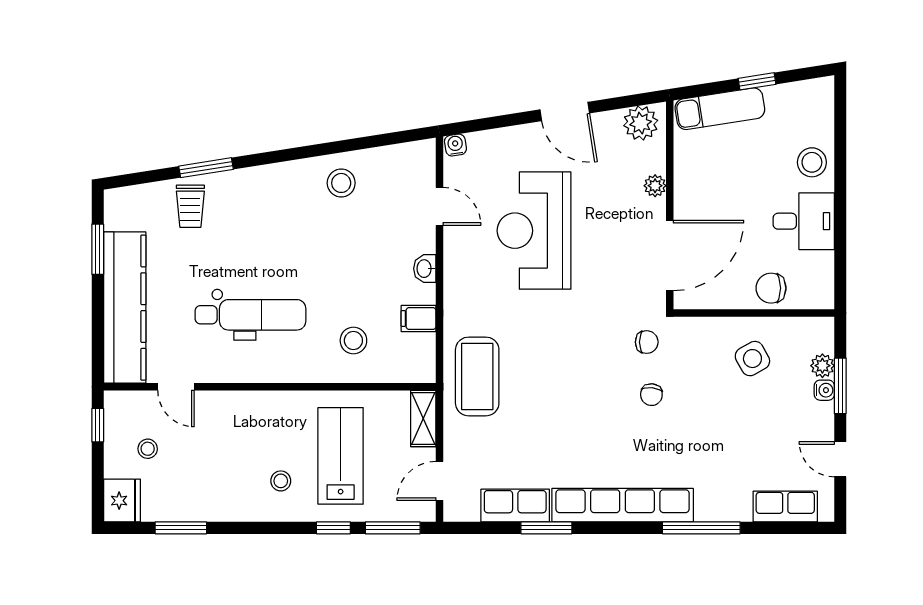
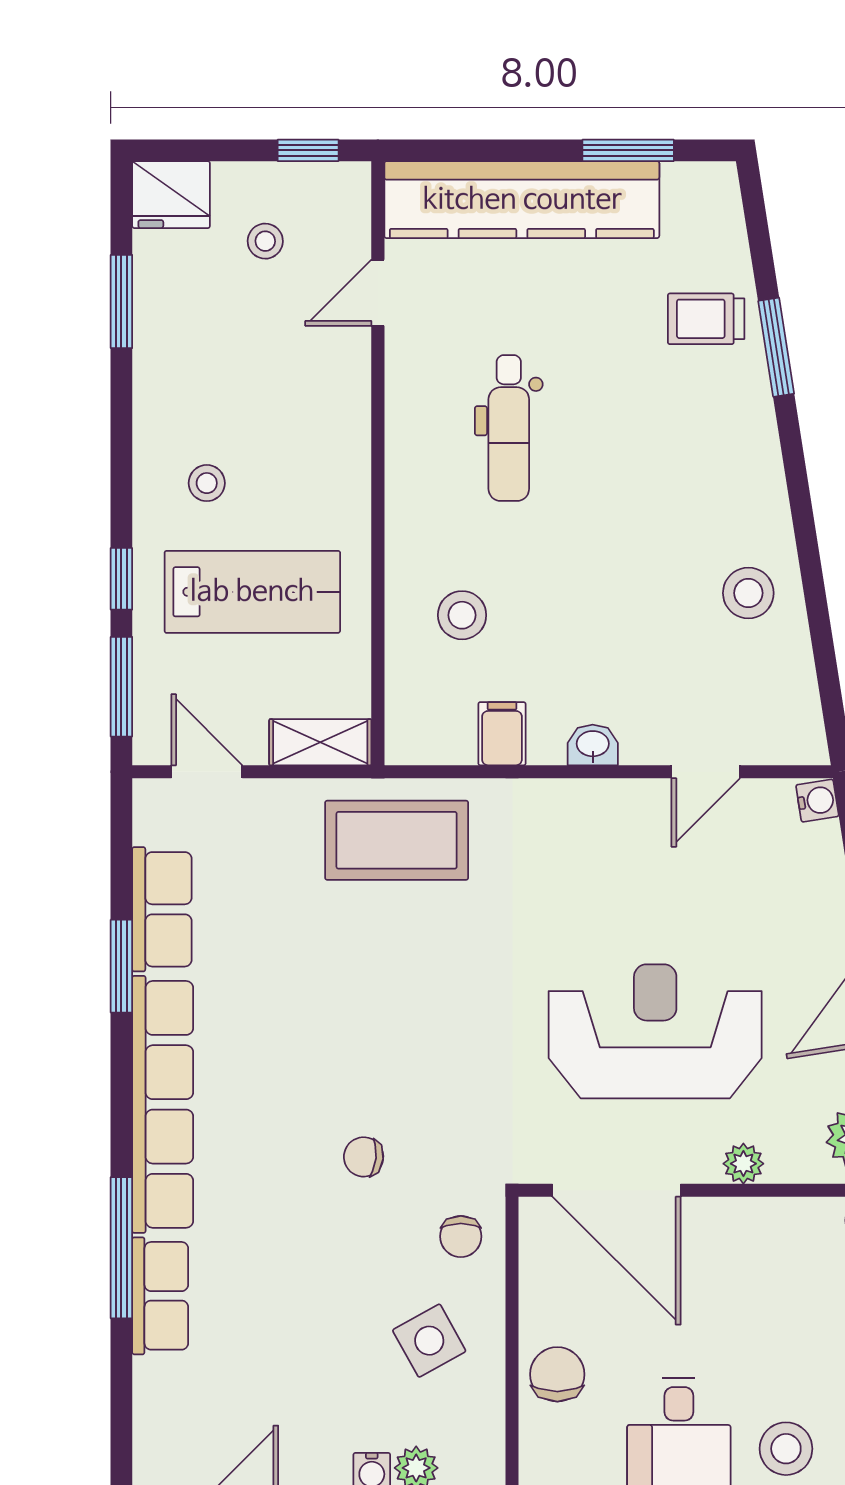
reception desk: (534, 231) -> (655, 1031), moved
dental chair: (250, 315) -> (509, 428), width x0.73, depth x0.72
chair: (647, 342) -> (461, 1236), moved
row of seats: (785, 507) -> (160, 1296), moved

